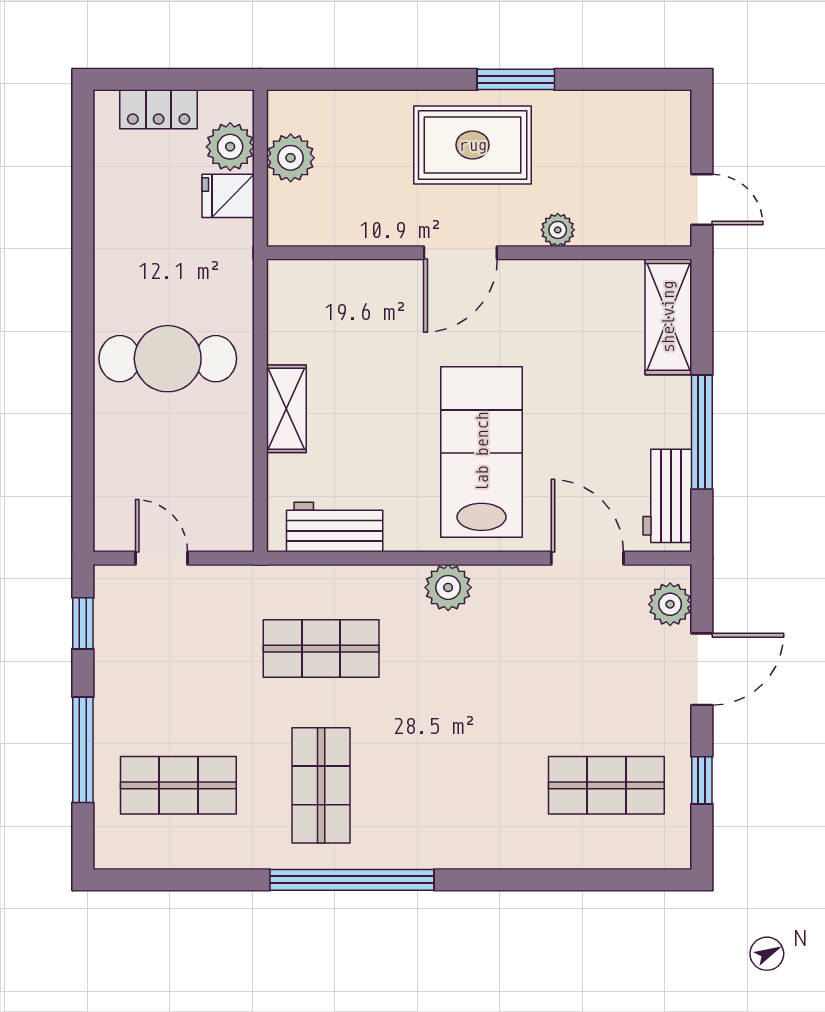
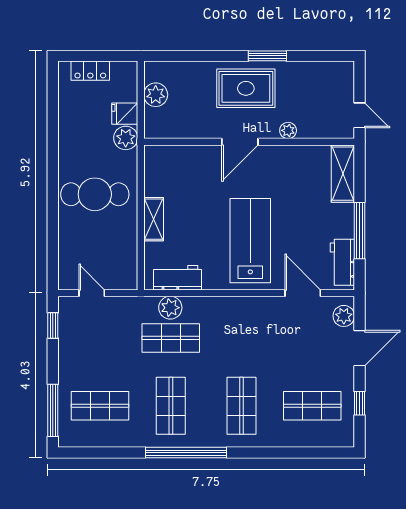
plant: (230, 147) -> (126, 138), moved
plant: (448, 587) -> (170, 308), moved
window: (83, 750) -> (53, 410), moved
shop shelf: (464, 785) -> (241, 406), added

